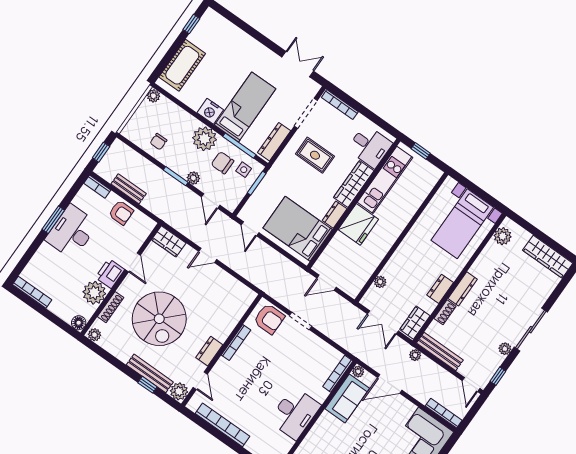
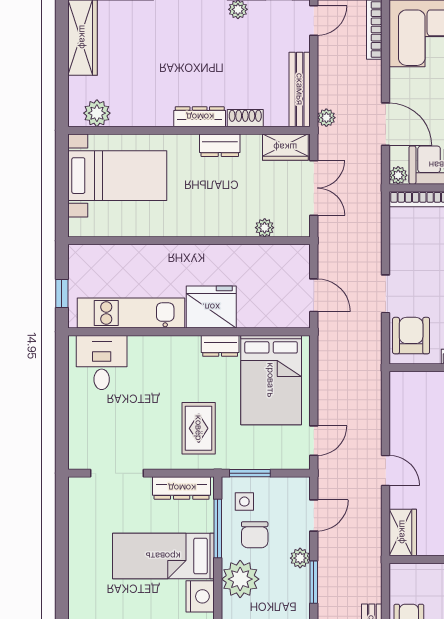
double door: (298, 64) -> (62, 527), removed
bookcase: (340, 105) -> (76, 438), removed
rug: (315, 155) -> (199, 428), moved
wardrobe: (354, 184) -> (164, 349), removed

